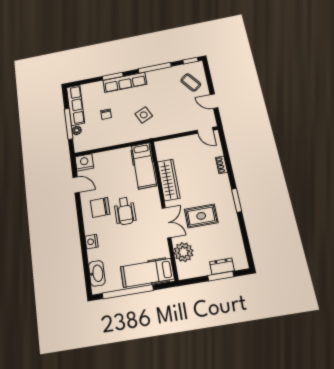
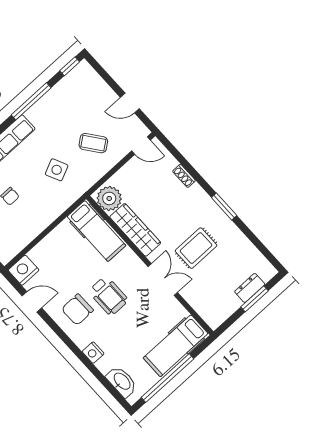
coffee table: (191, 82) -> (93, 143), moved
plant: (184, 252) -> (109, 198), moved

